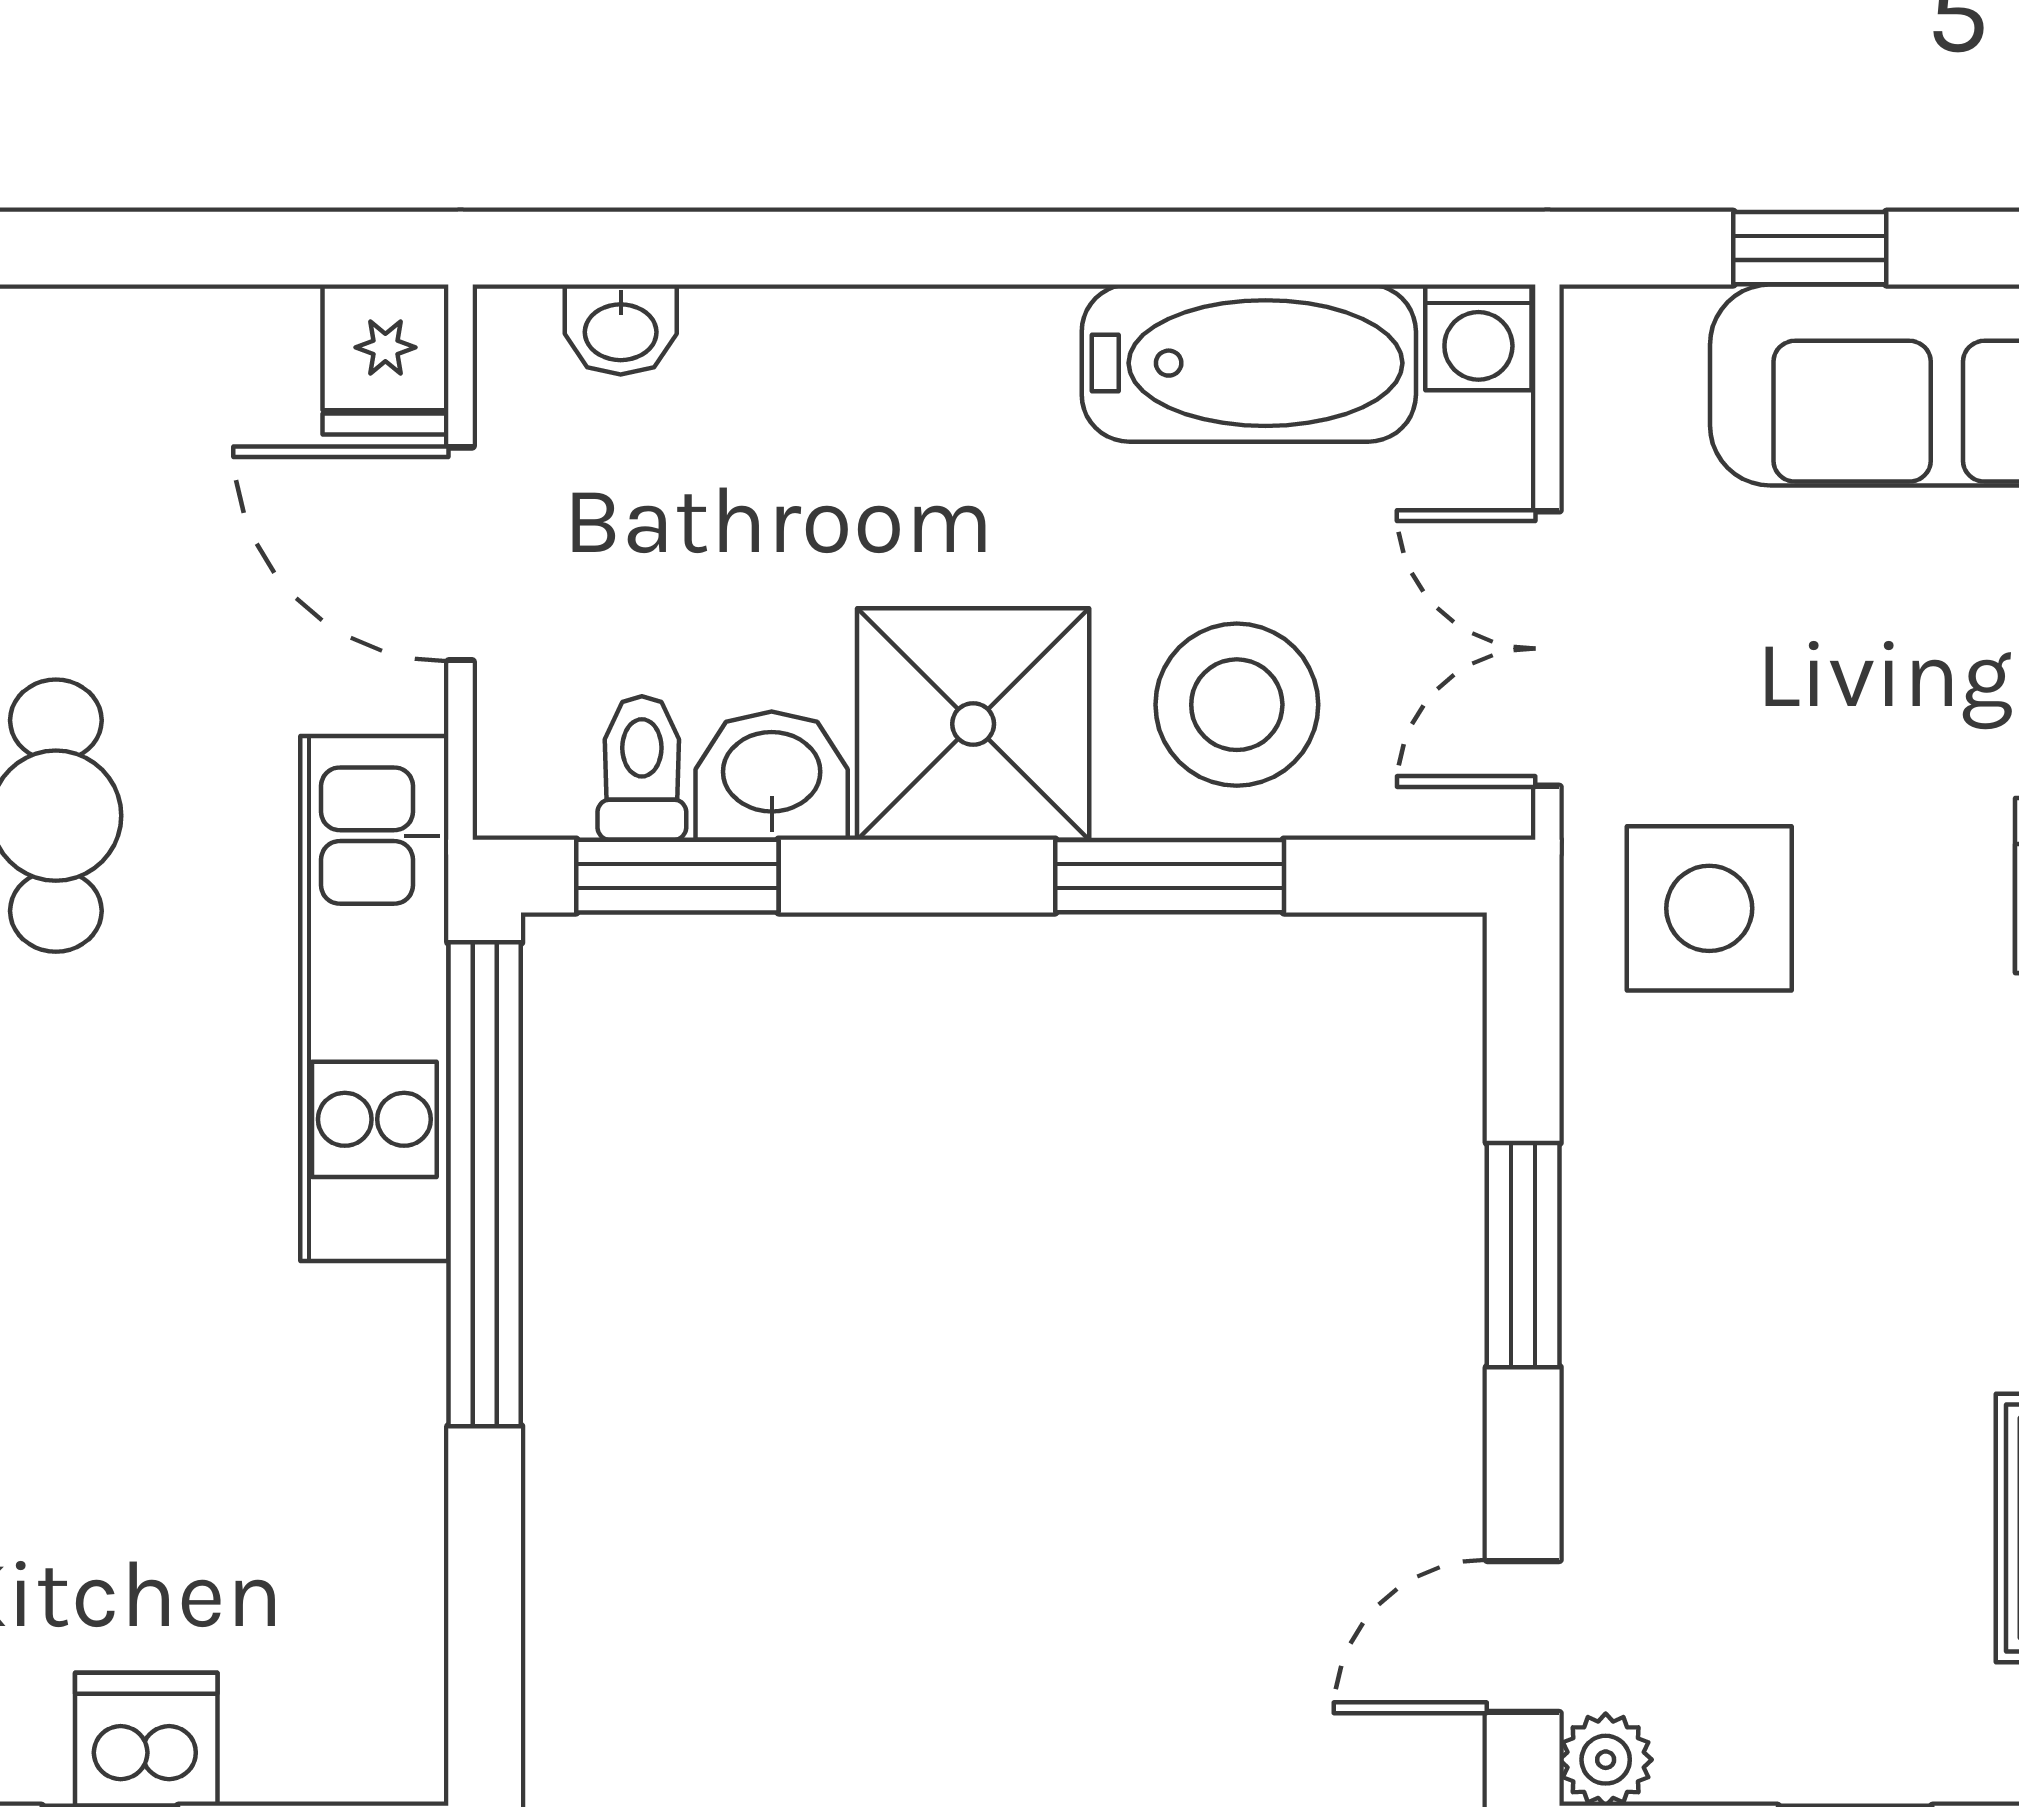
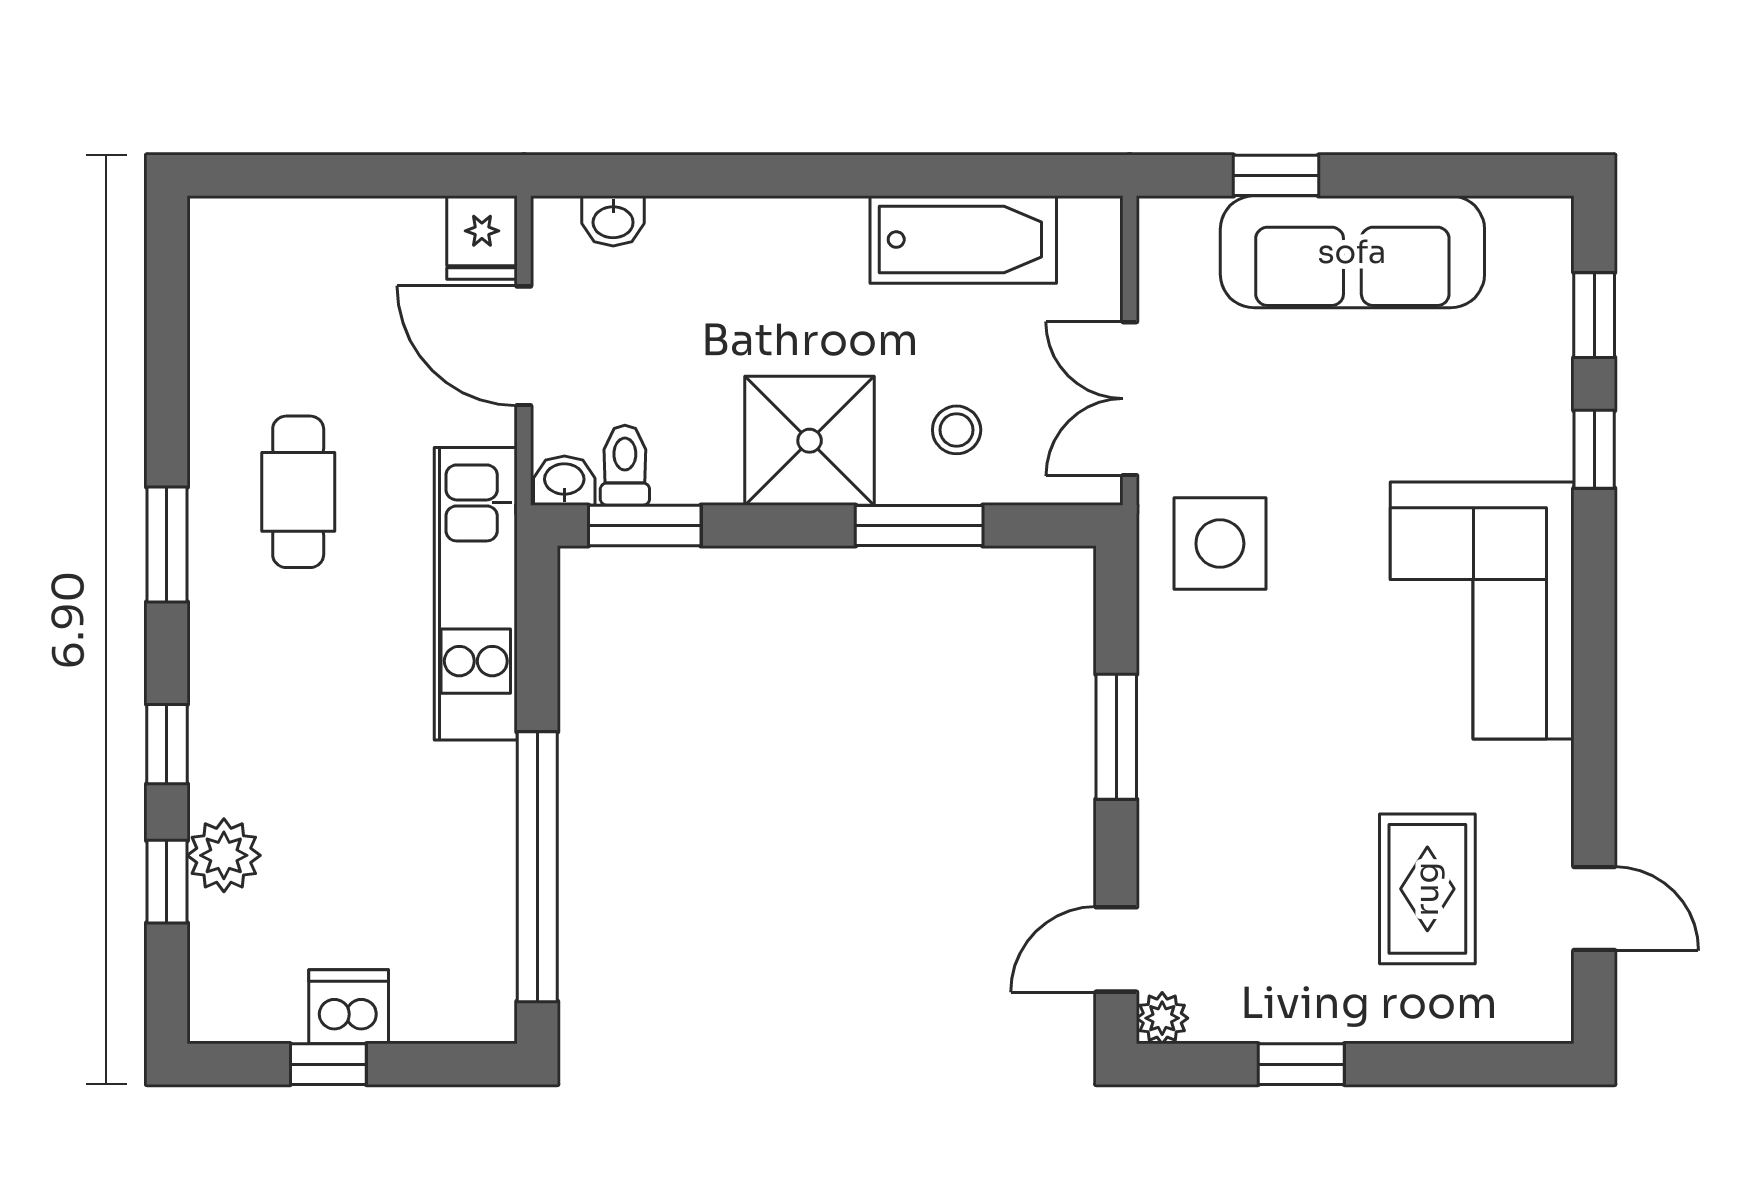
washing machine: (1478, 337) -> (1091, 225), removed
stool: (1237, 705) -> (957, 430), width x0.53, depth x0.53
washbasin: (772, 776) -> (564, 481), moved, width x0.72, depth x0.69
window: (485, 1184) -> (537, 867), moved

